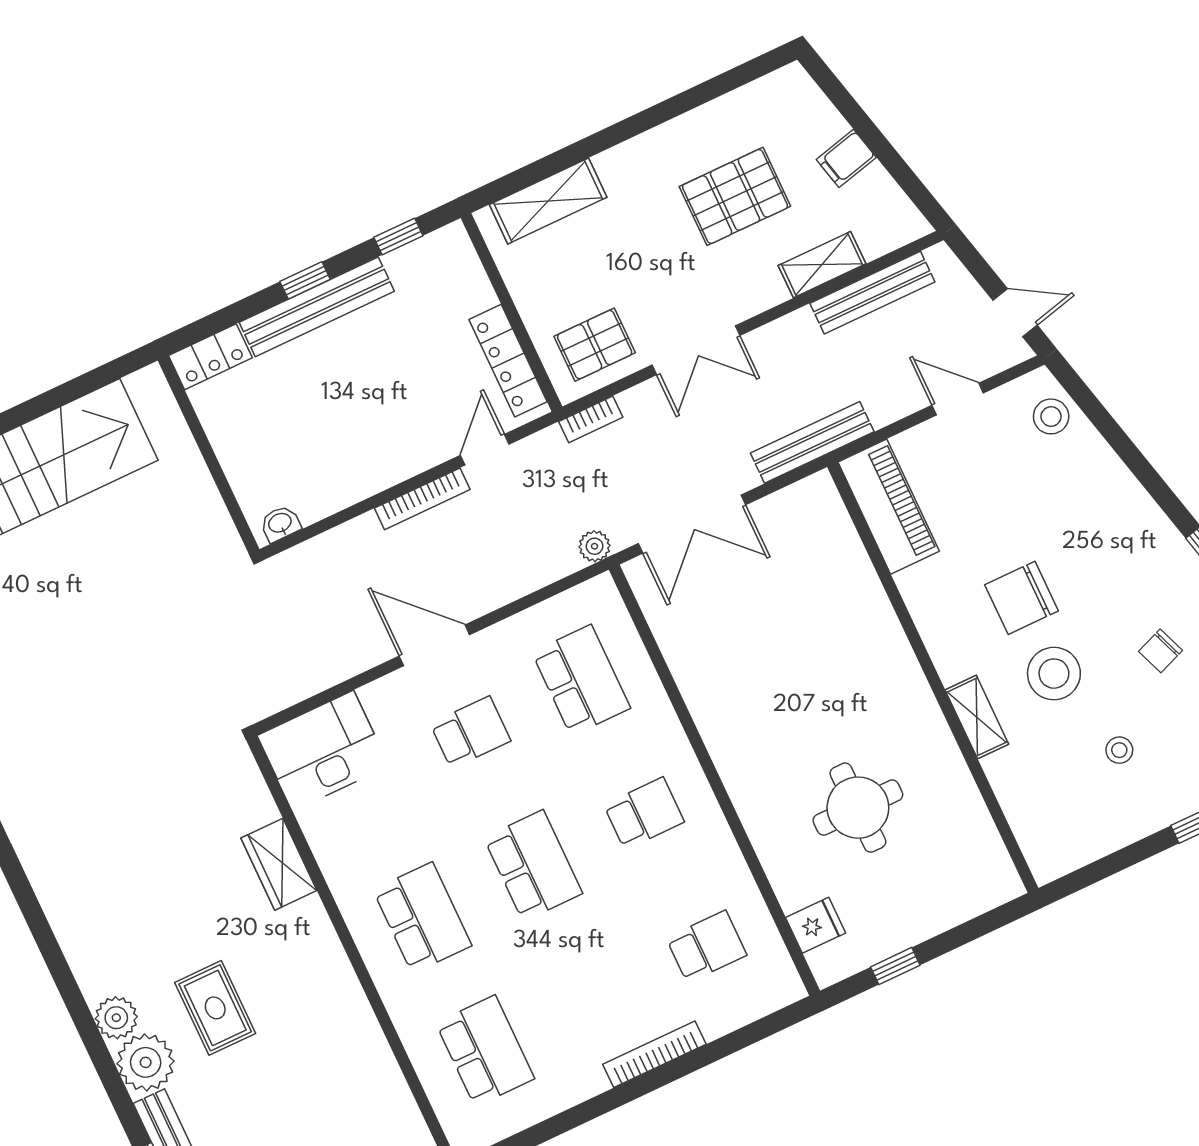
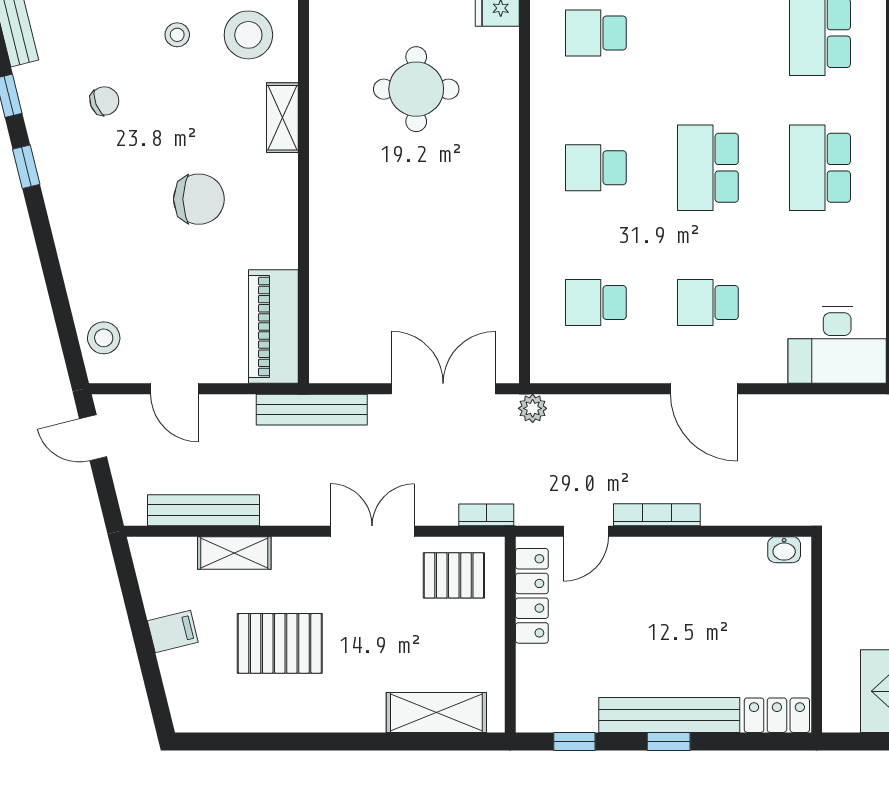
stool: (1054, 674) -> (248, 35), moved
school desk: (581, 680) -> (596, 303), width x0.54

